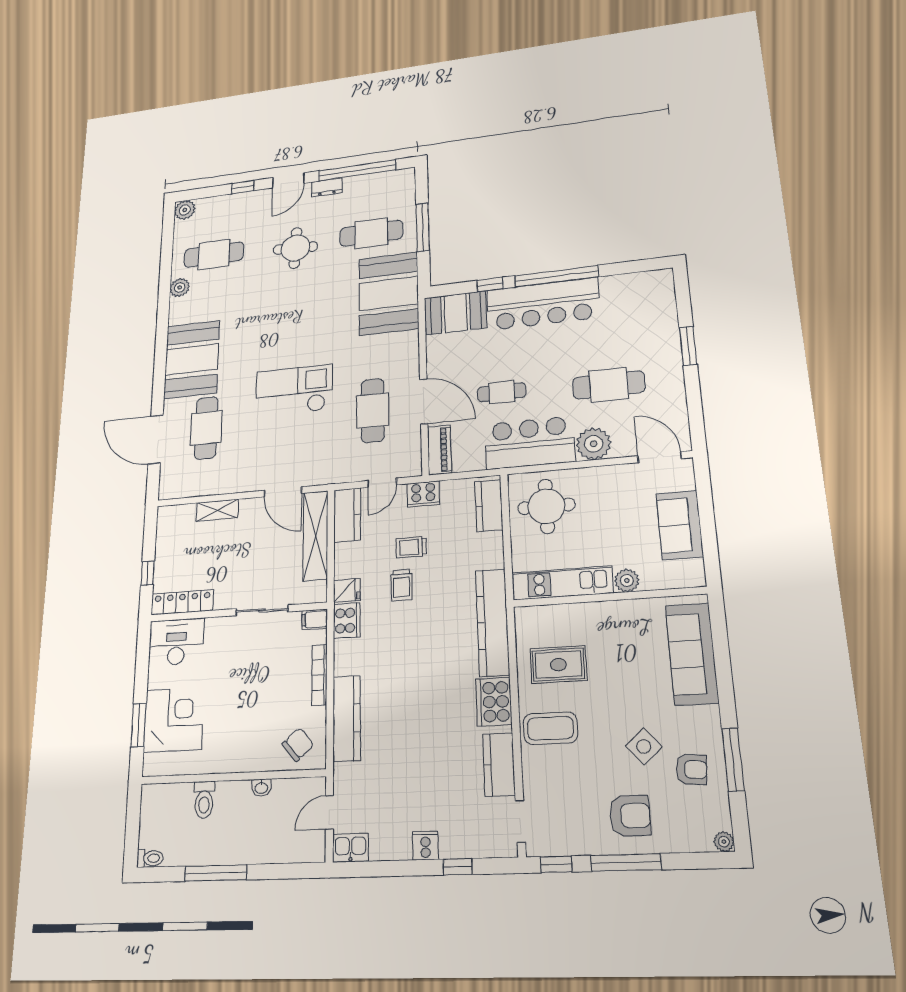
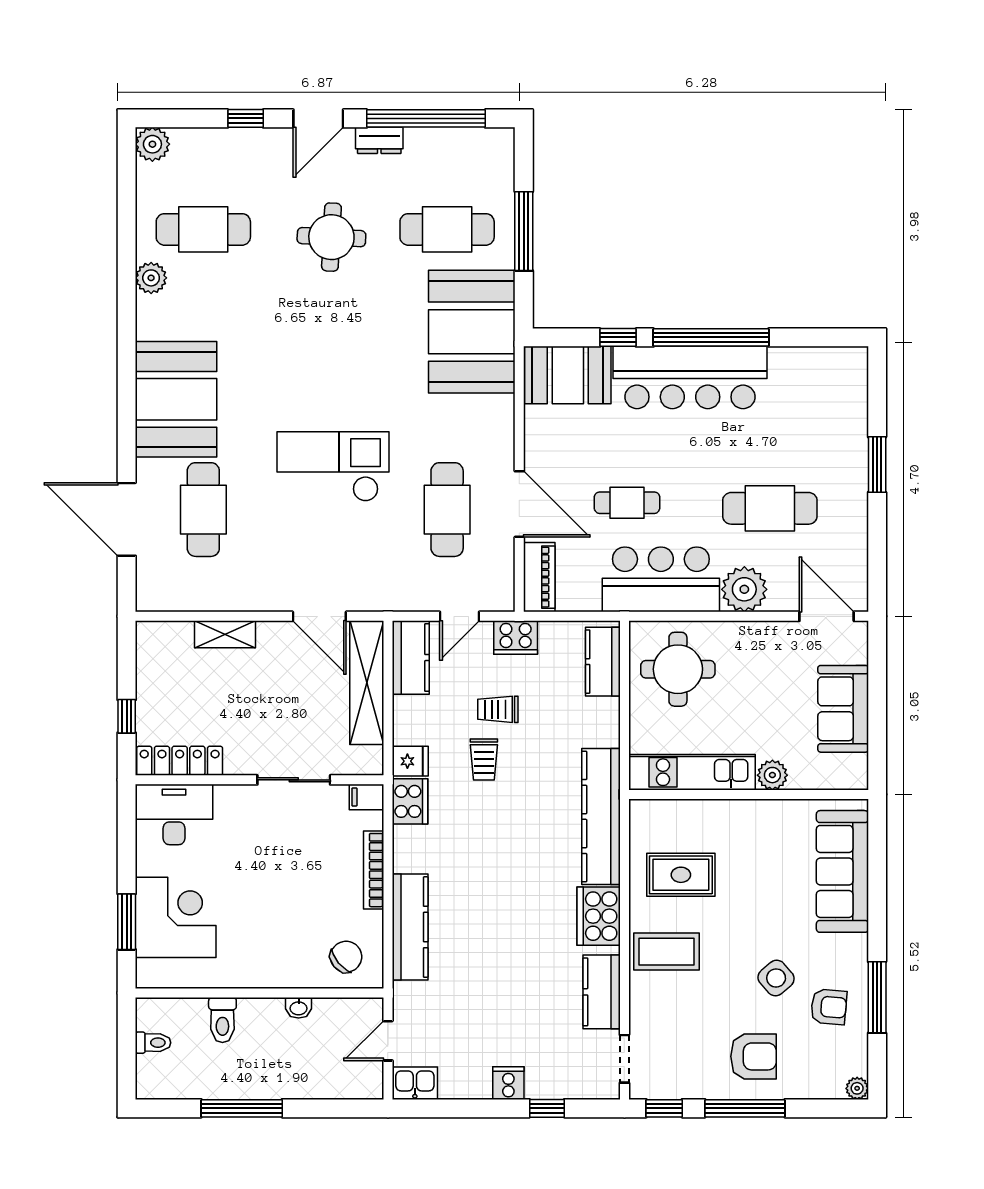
toilet: (150, 858) -> (153, 1043), moved

